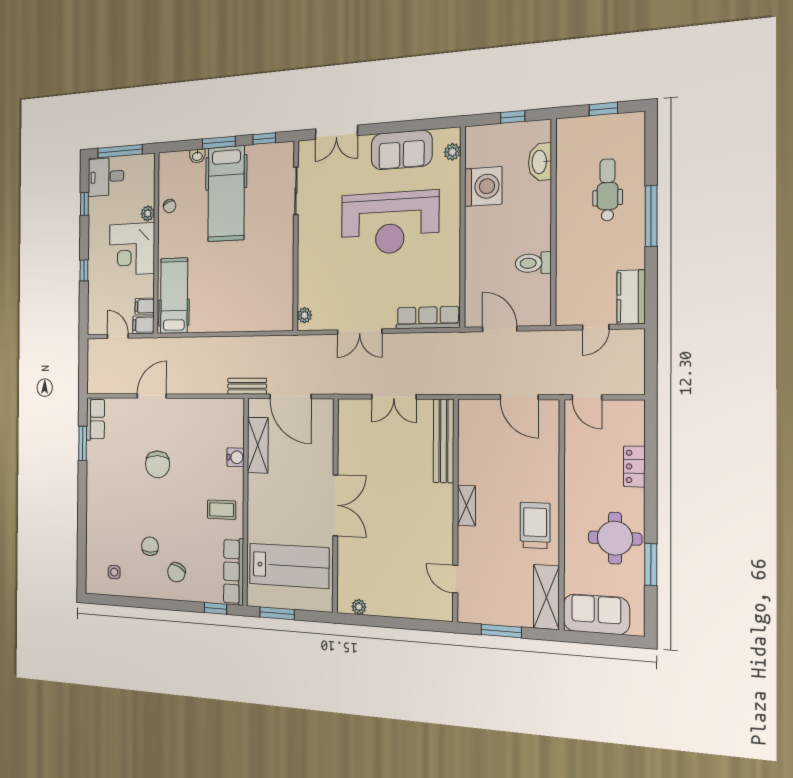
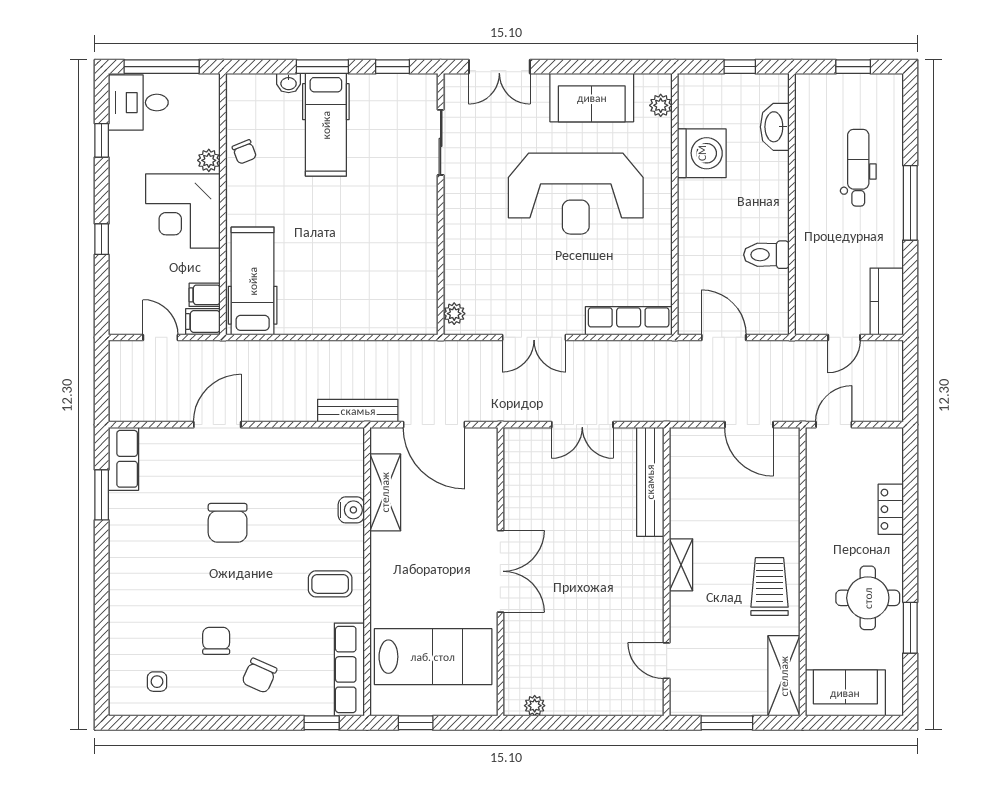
hospital bed: (226, 194) -> (326, 125), width x0.73, depth x0.78
bench: (247, 386) -> (358, 411), width x1.36
door: (587, 397) -> (834, 425), swing flipped
window: (277, 613) -> (416, 723), width x0.67

